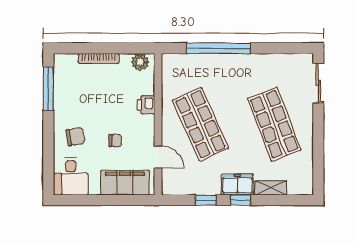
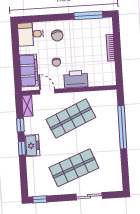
plant: (140, 62) -> (110, 76), removed
sliding door: (318, 83) -> (89, 196), moved
printer: (146, 105) -> (76, 79), width x1.87, depth x1.48
door: (158, 157) -> (47, 92), swing flipped
window: (318, 178) -> (40, 199), added
shelving: (271, 188) -> (27, 106), moved

